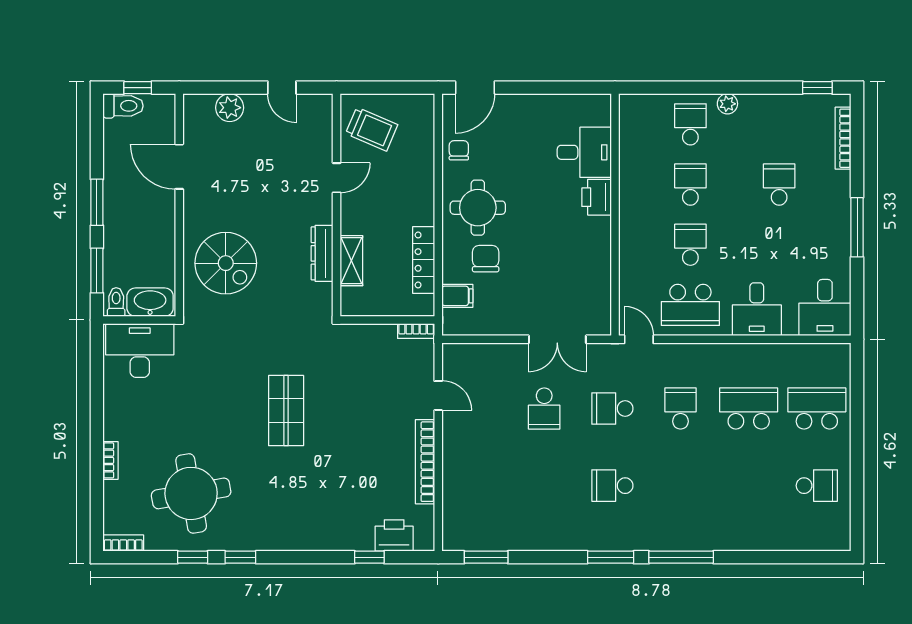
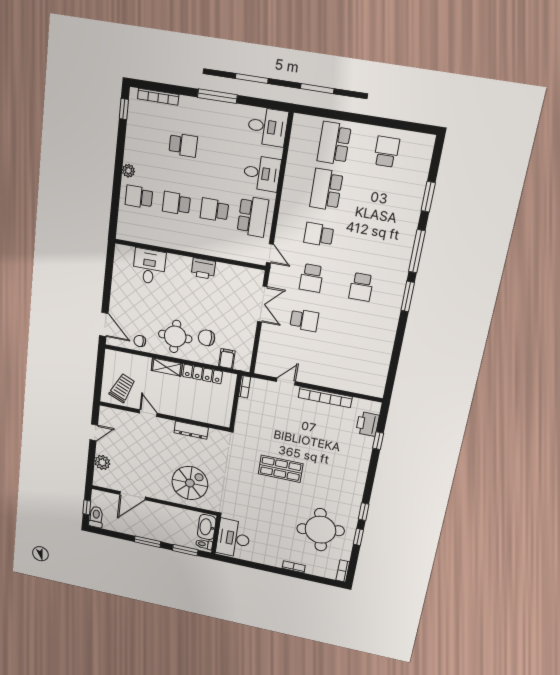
school desk: (779, 185) -> (183, 145), turned 180
printer: (597, 197) -> (203, 269), moved
shelving: (351, 261) -> (167, 367), moved
door: (639, 339) -> (270, 253), swing flipped
window: (486, 557) -> (428, 197), moved

